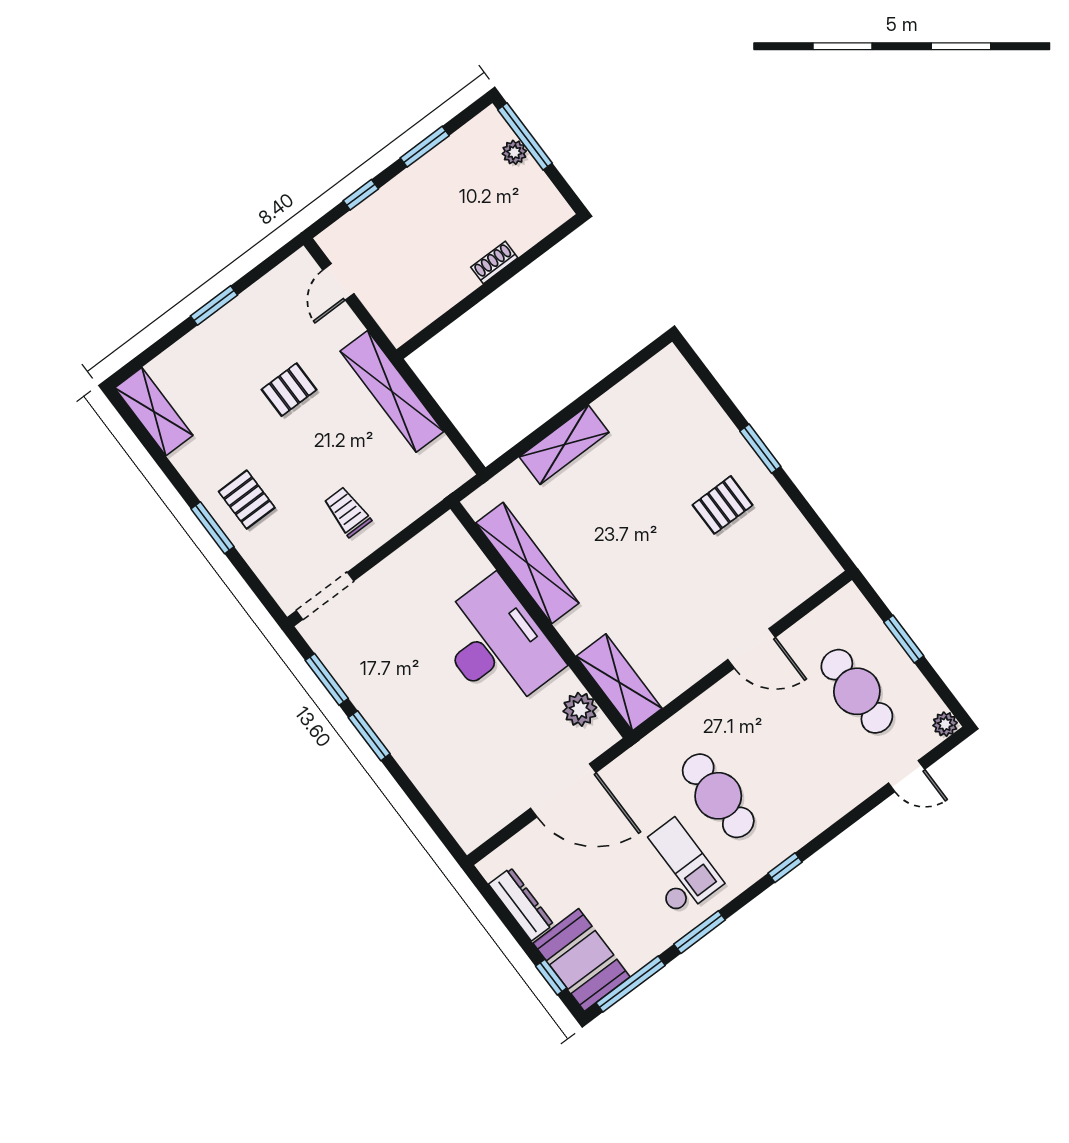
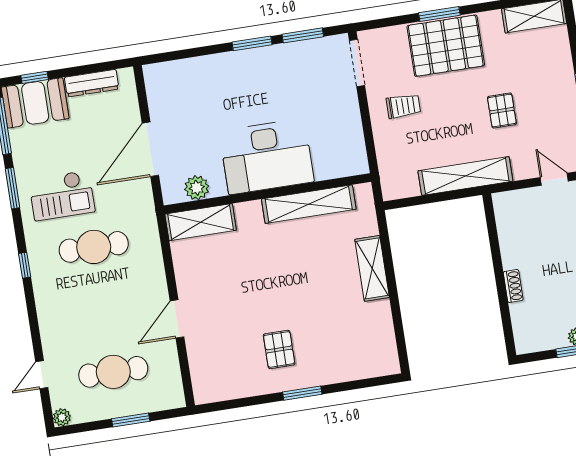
pallet: (247, 500) -> (446, 46), width x2.05, depth x2.00

